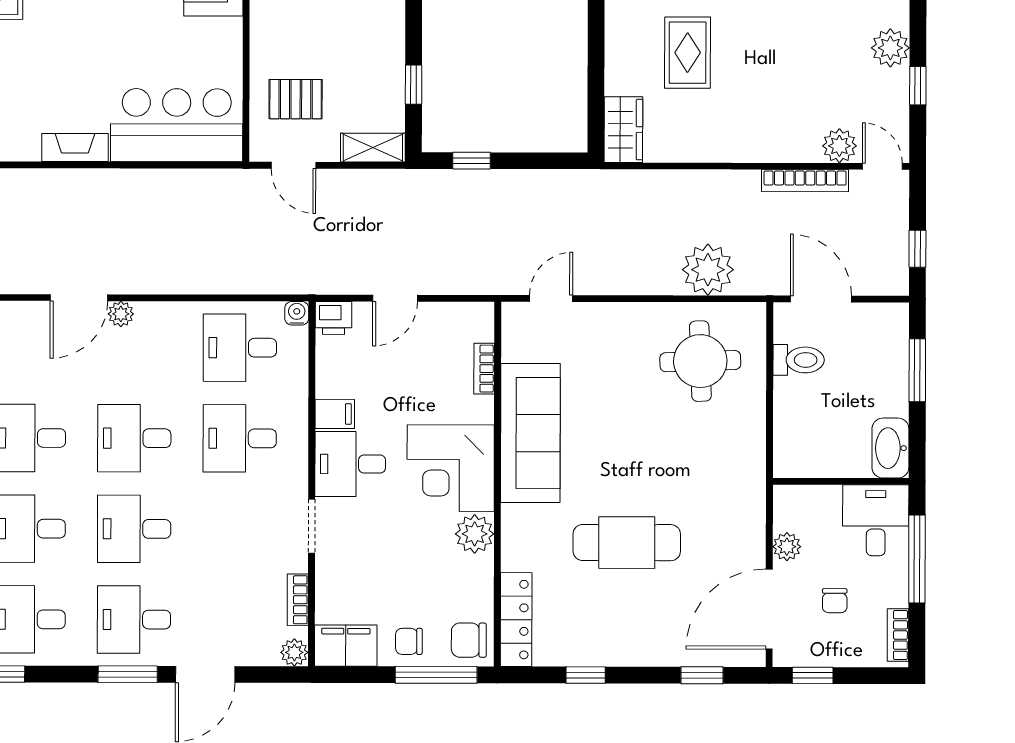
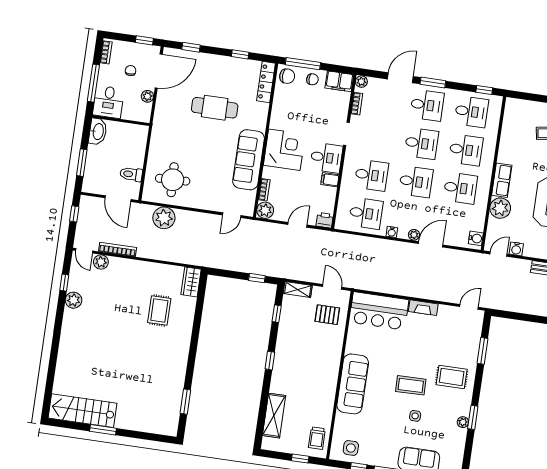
water cooler: (297, 313) -> (392, 232), moved
plant: (475, 534) -> (265, 210), moved

